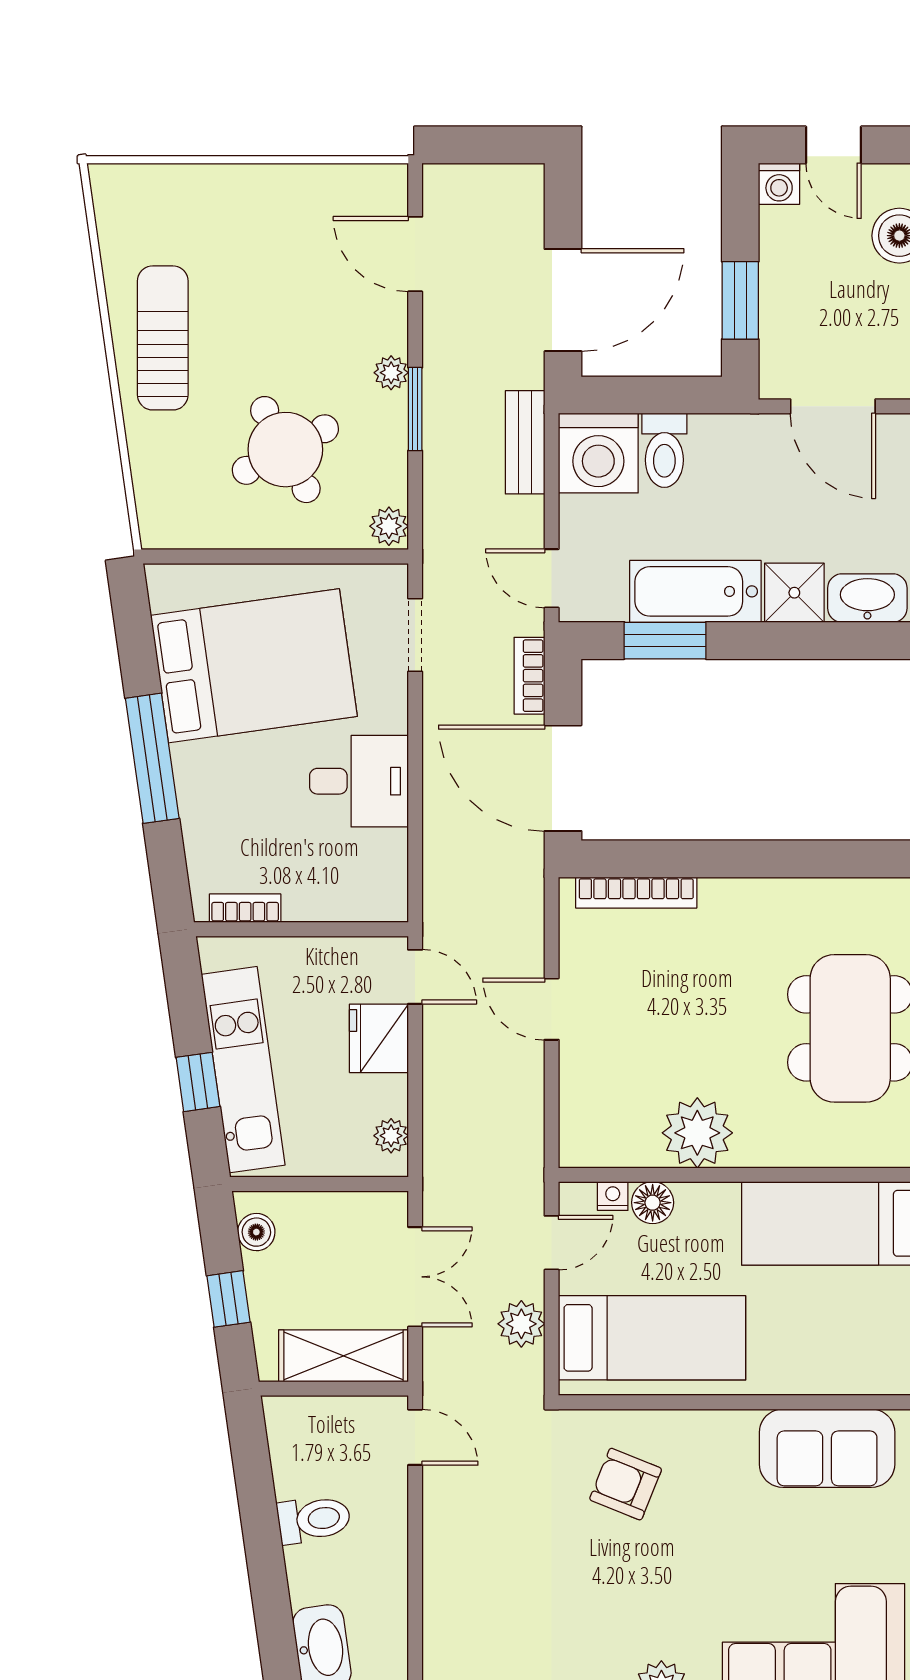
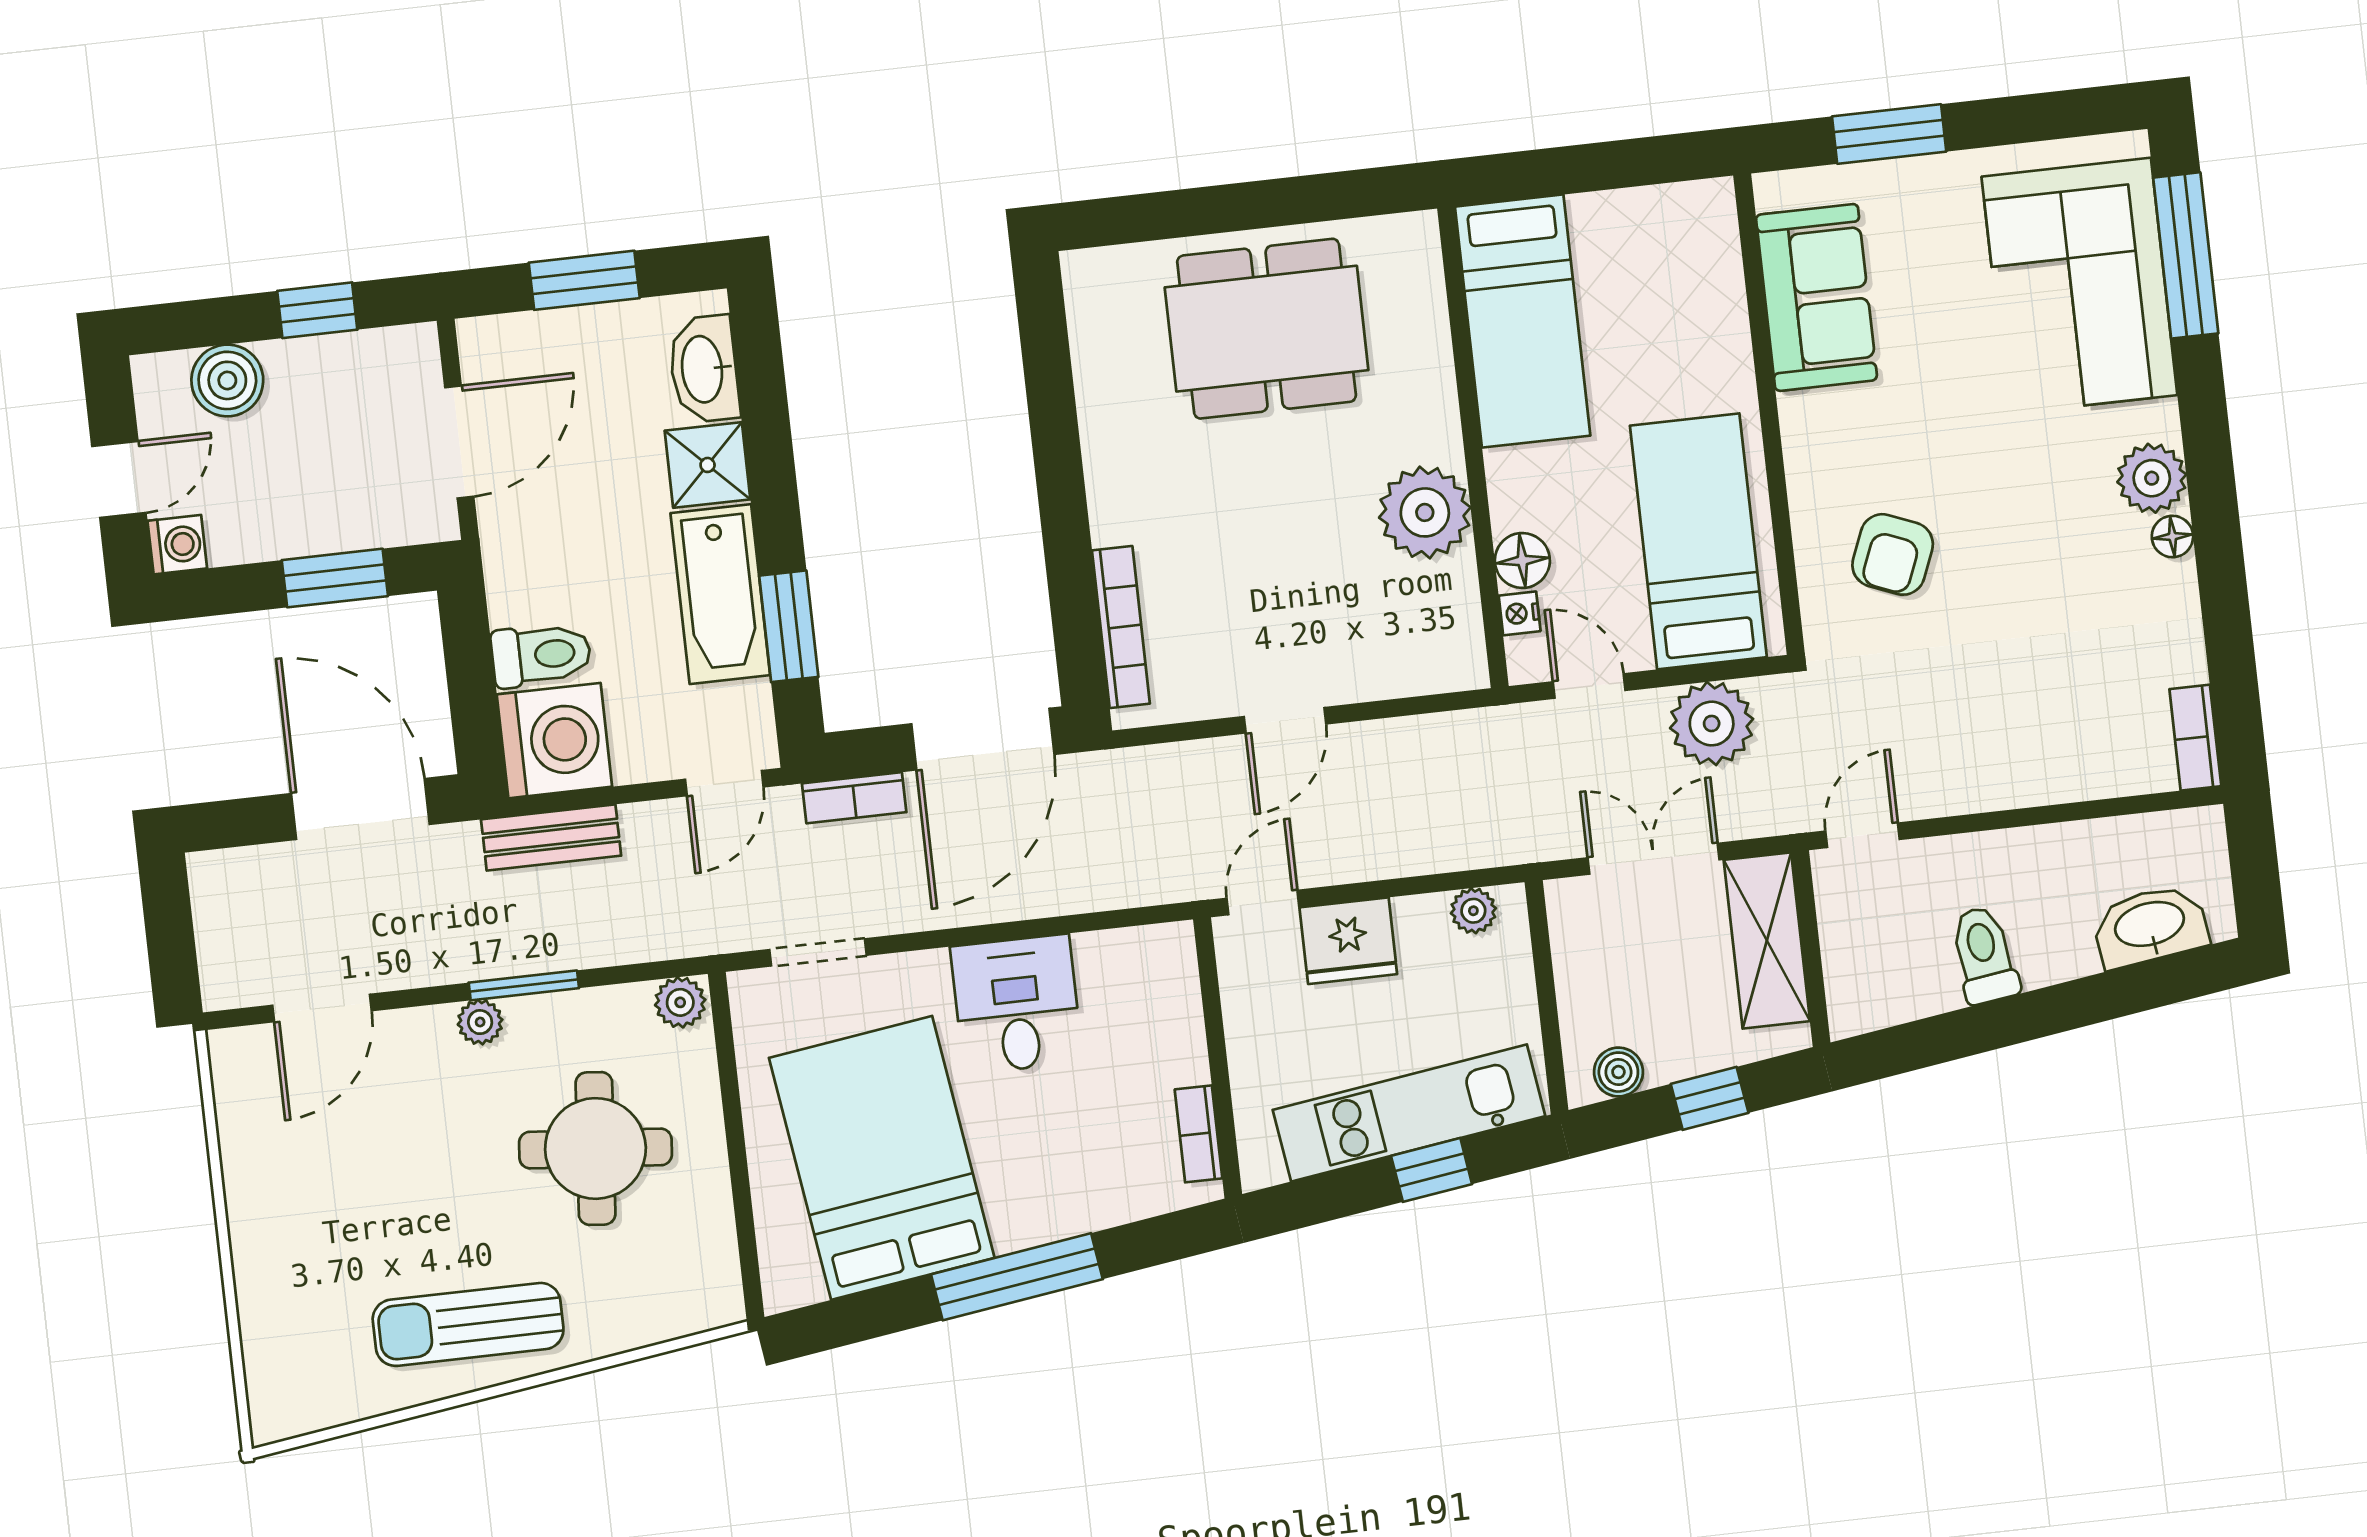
round table: (285, 450) -> (595, 1148), turned 33
plant: (521, 1324) -> (1712, 724), width x1.36, depth x1.36

